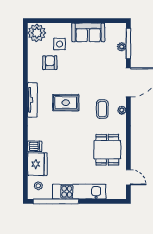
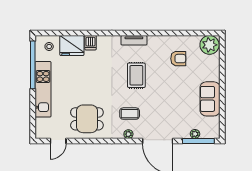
side table: (59, 44) -> (198, 69), removed
tv unit: (32, 100) -> (134, 40), width x0.71

